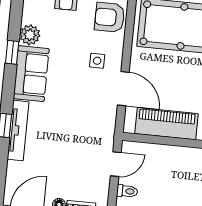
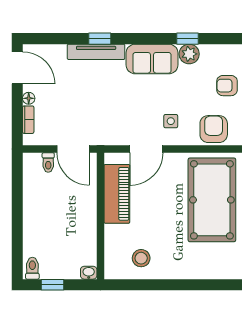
window: (12, 52) -> (187, 39), moved
door: (116, 164) -> (73, 149), width x1.38

